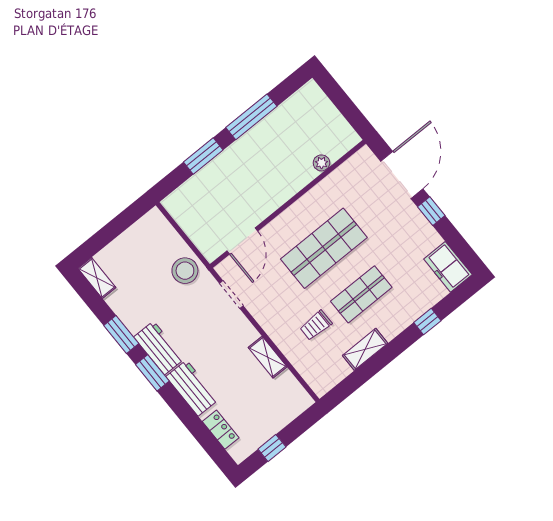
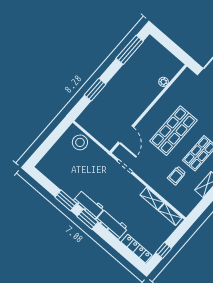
window: (251, 117) -> (130, 50), moved
stool: (185, 271) -> (80, 142), moved
shelving: (97, 278) -> (170, 214), moved
locker: (221, 430) -> (136, 249), width x1.53

